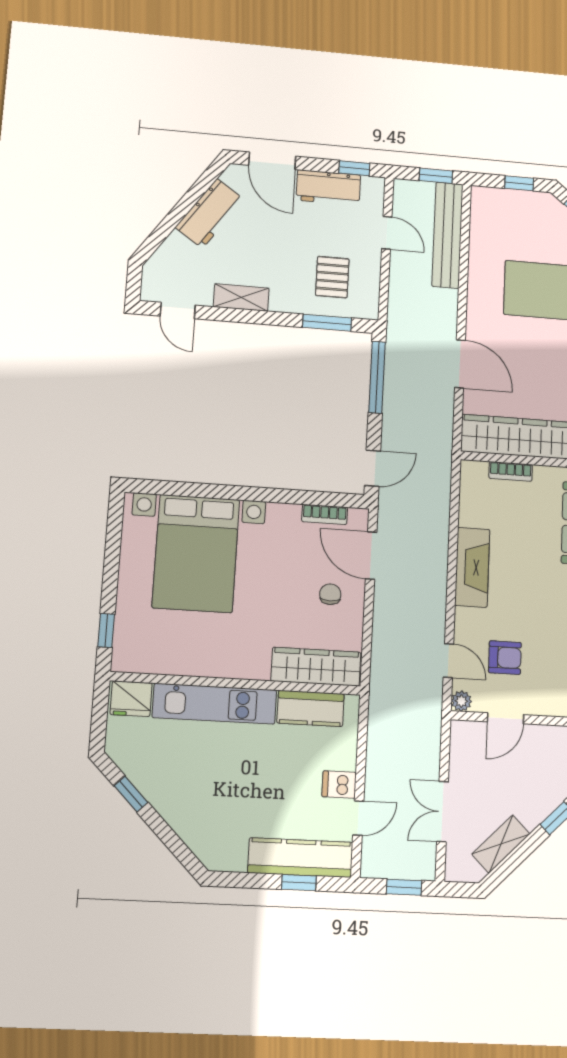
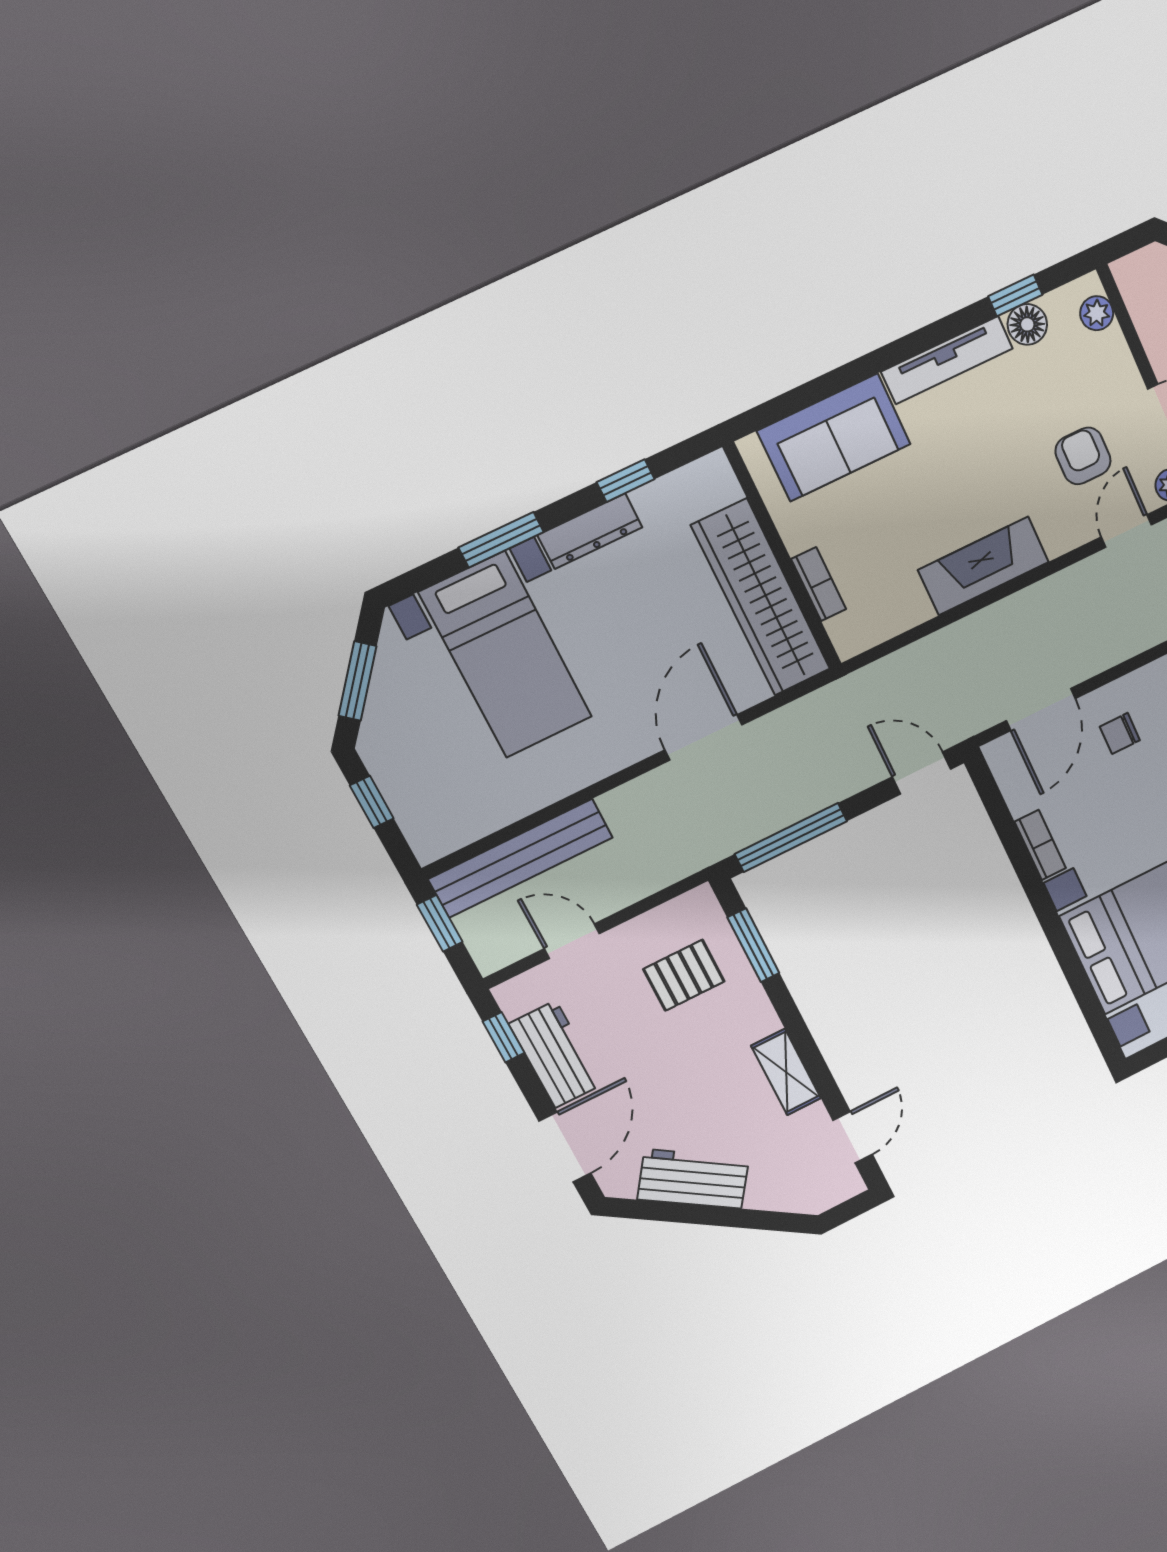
door: (387, 233) -> (572, 941), hinge flipped
bookcase: (325, 514) -> (1040, 845), moved

